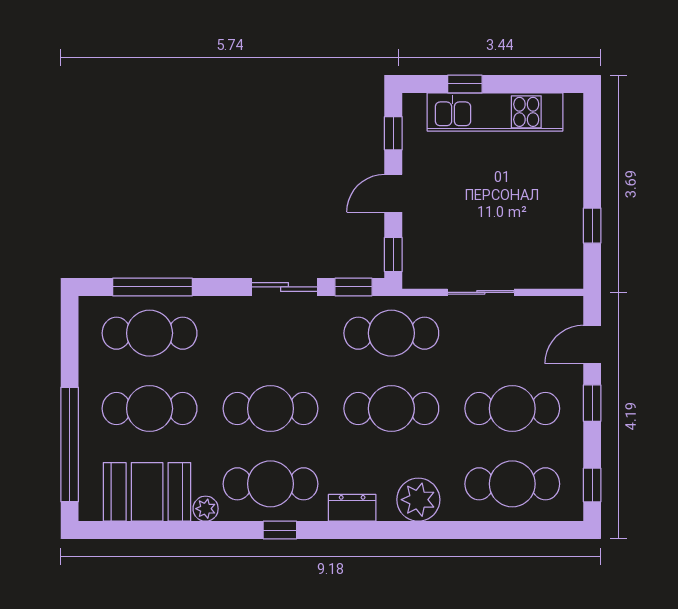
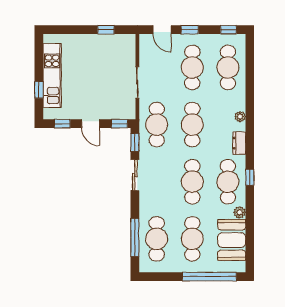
plant: (418, 500) -> (240, 117), width x0.53, depth x0.53

